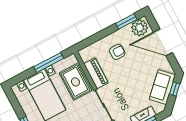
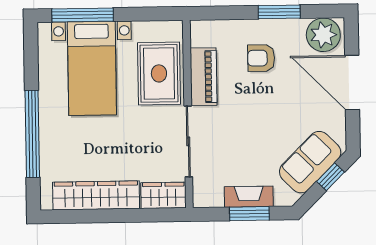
window: (126, 21) -> (279, 12), moved
armchair: (117, 52) -> (261, 58), turned 180
window: (49, 63) -> (83, 15), moved

